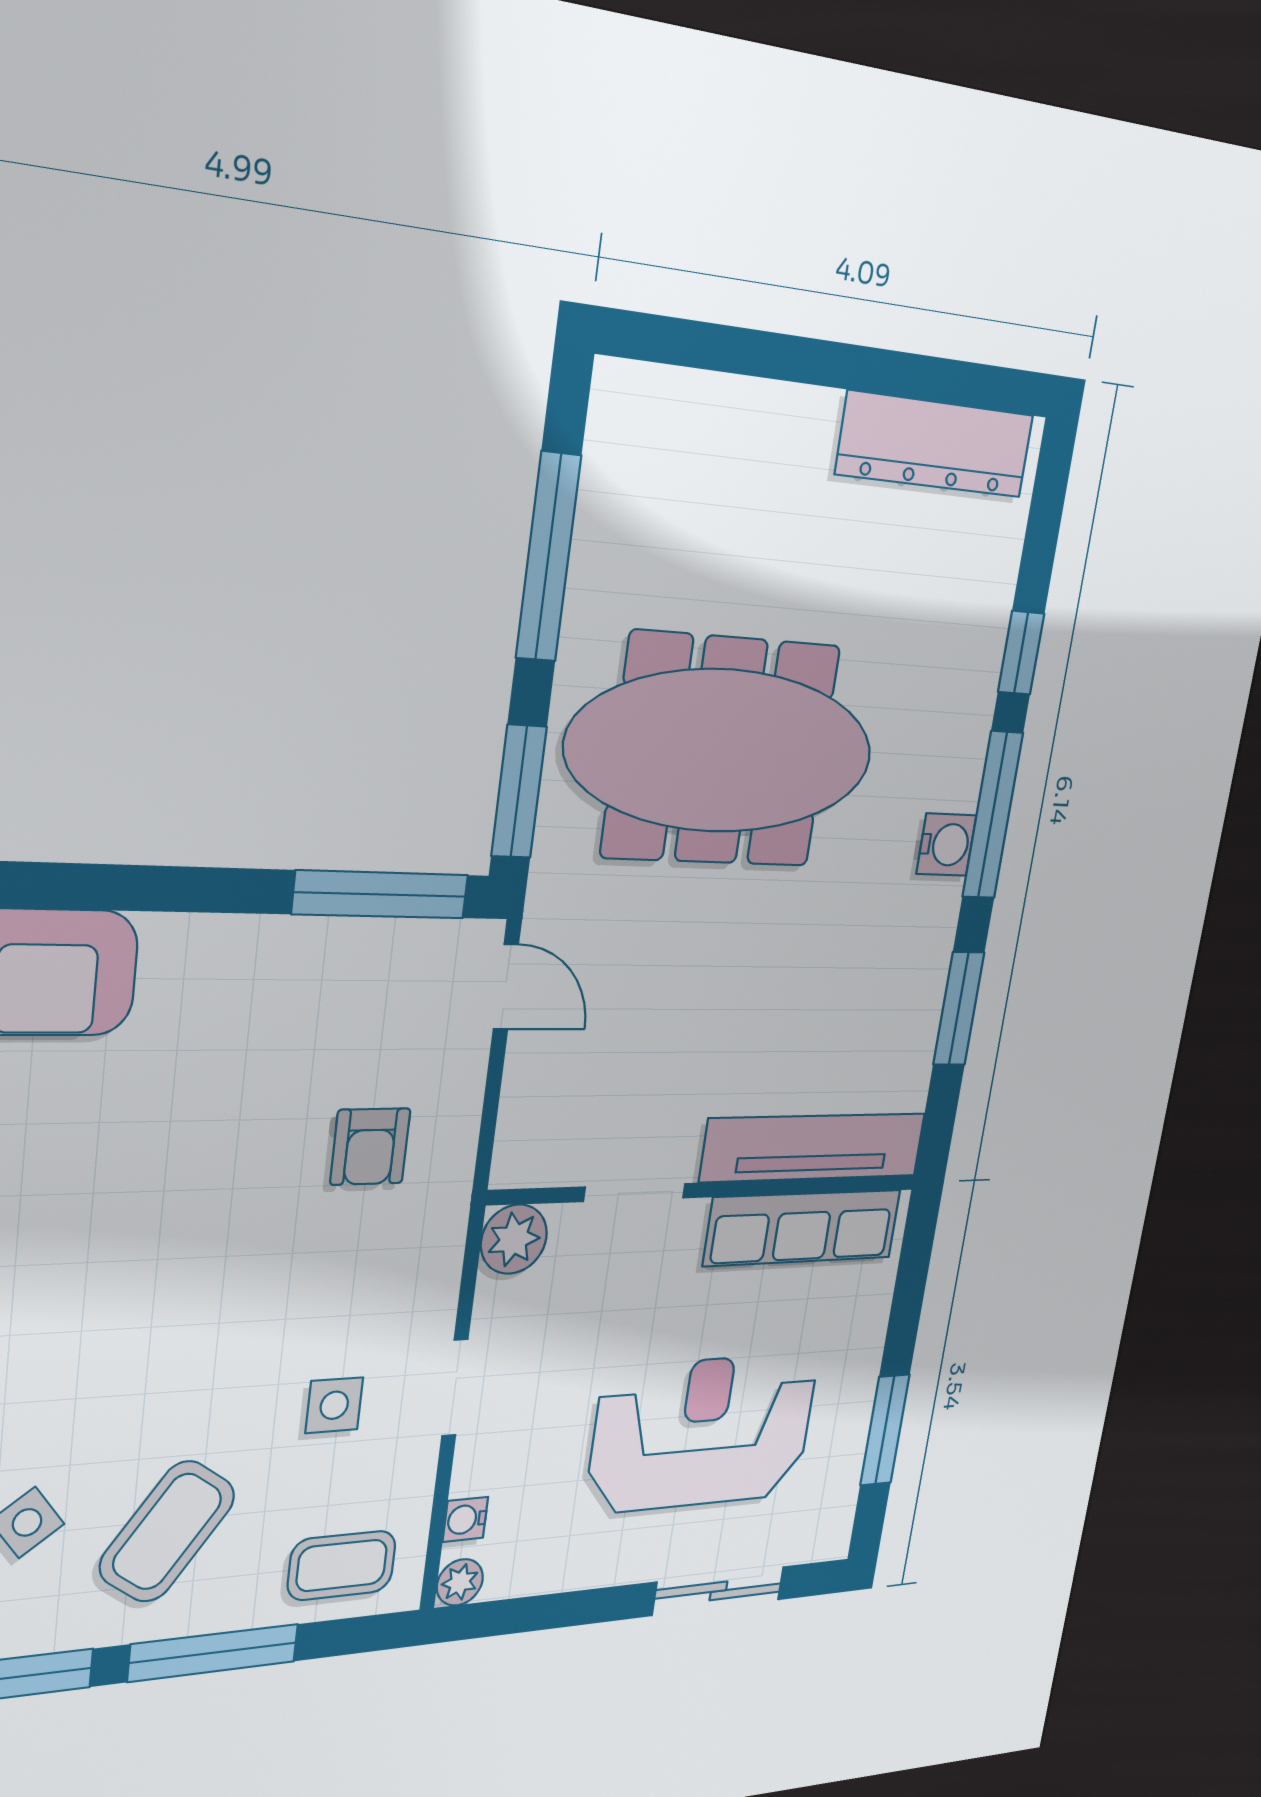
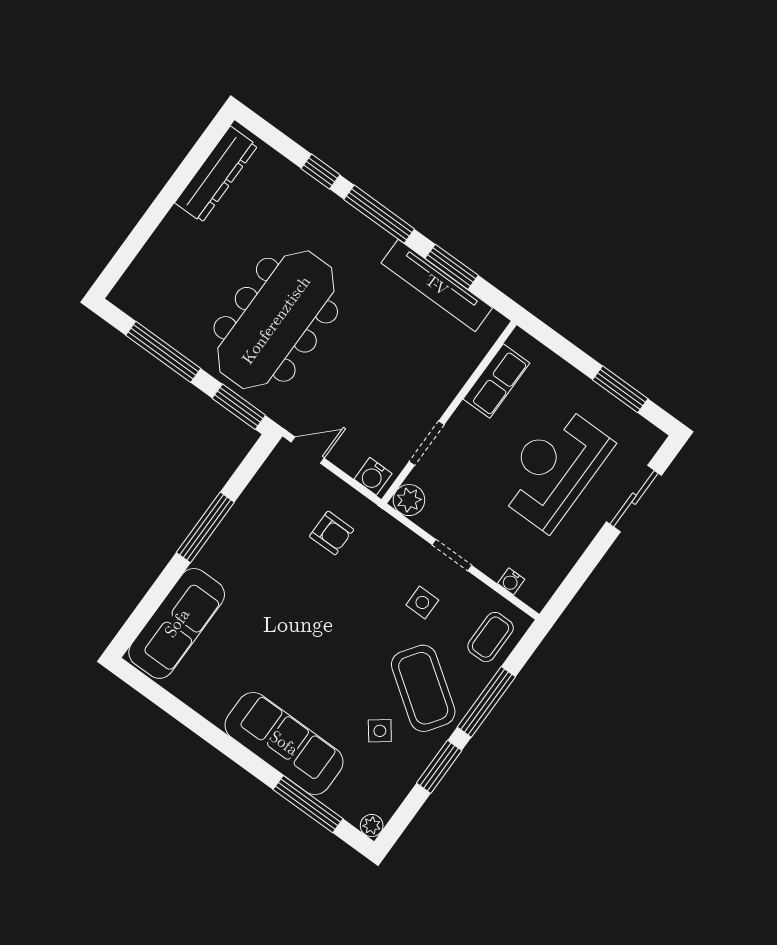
water cooler: (946, 845) -> (373, 476), moved, turned 180
window: (381, 895) -> (205, 527), moved
tv unit: (814, 1147) -> (437, 285), moved, turned -90
row of seats: (803, 1228) -> (496, 381), width x0.68
coffee table: (167, 1531) -> (423, 688), width x1.36, depth x1.32
plant: (460, 1582) -> (537, 598), removed

